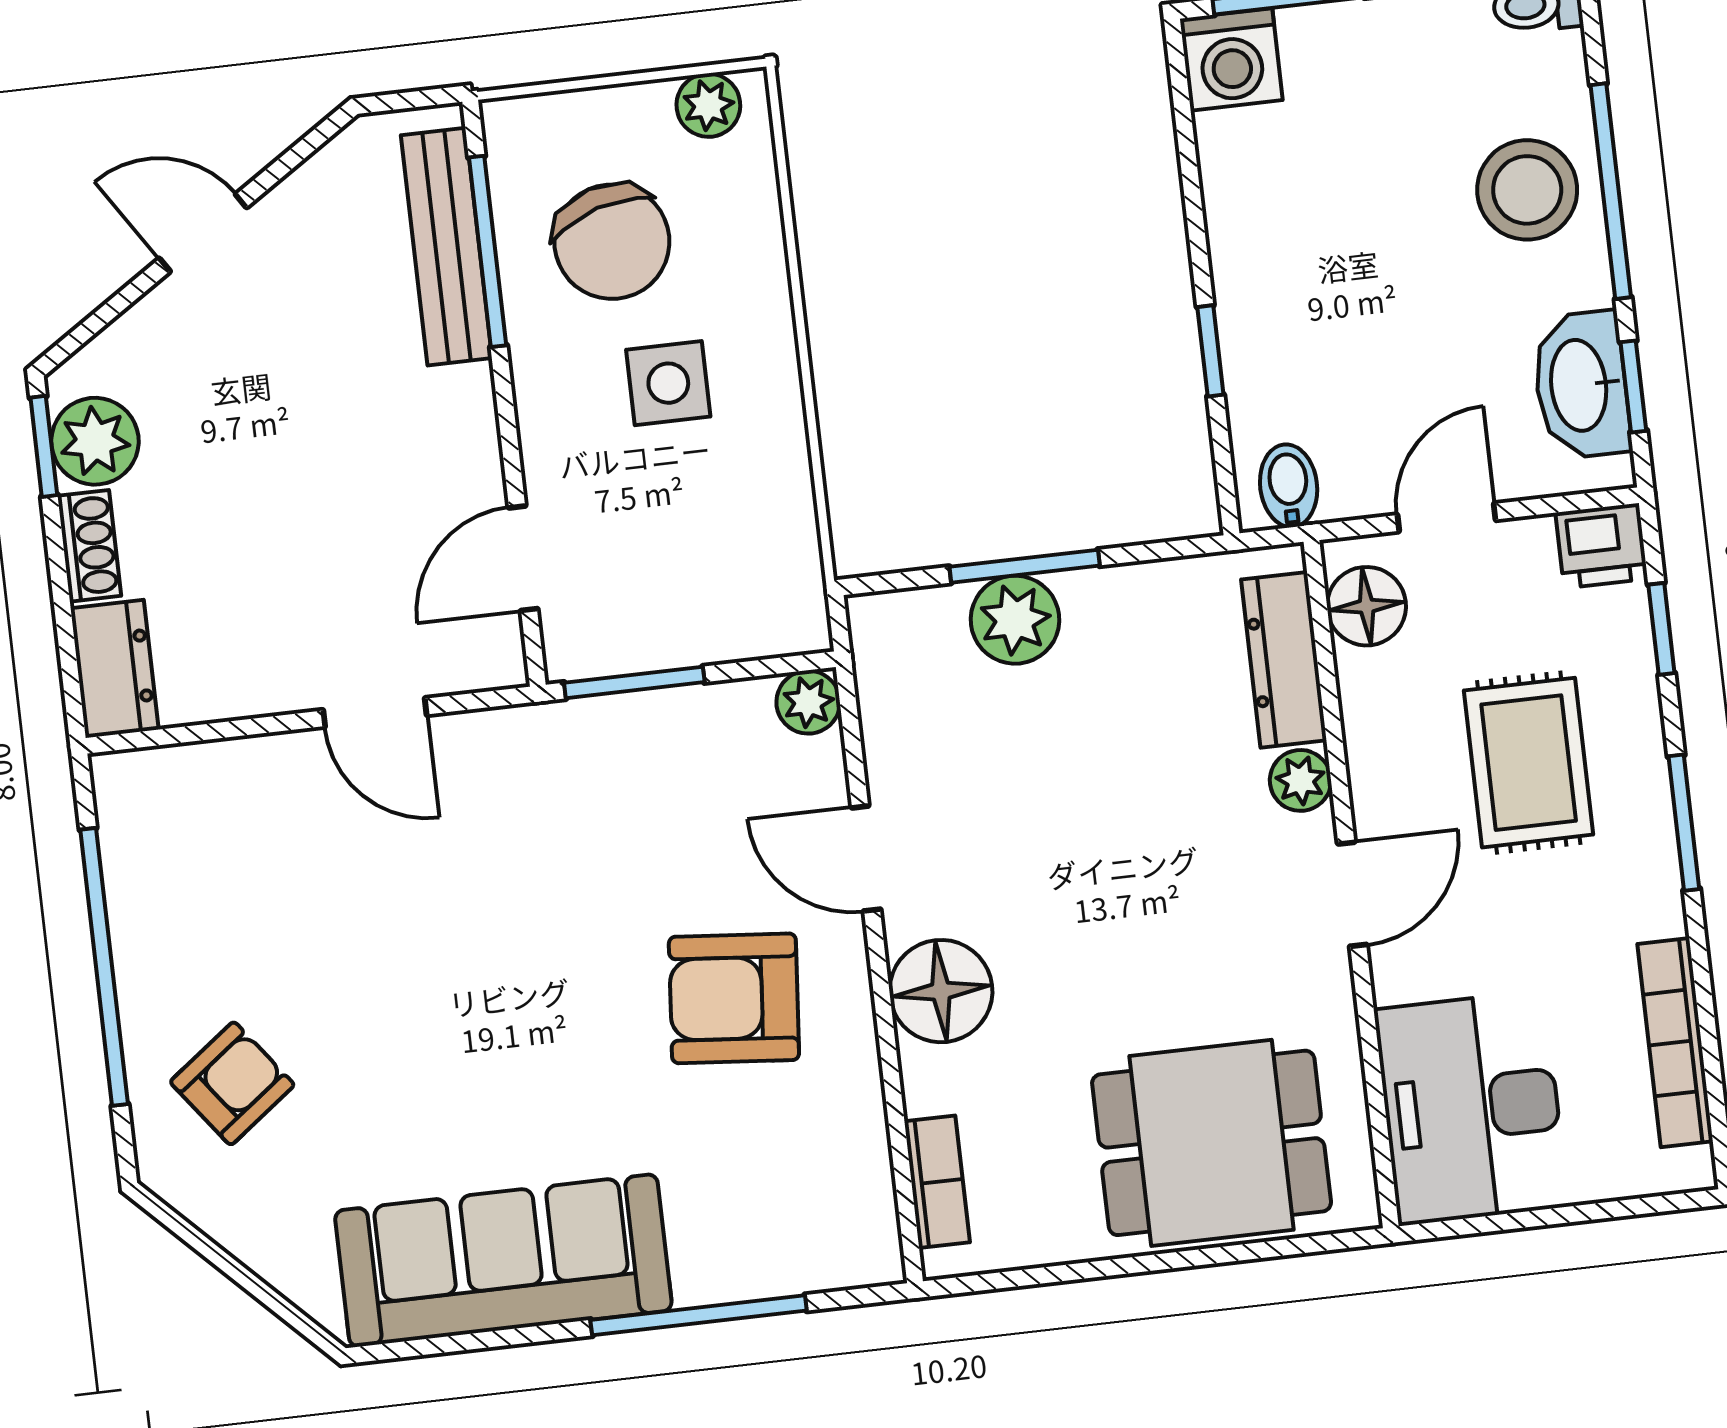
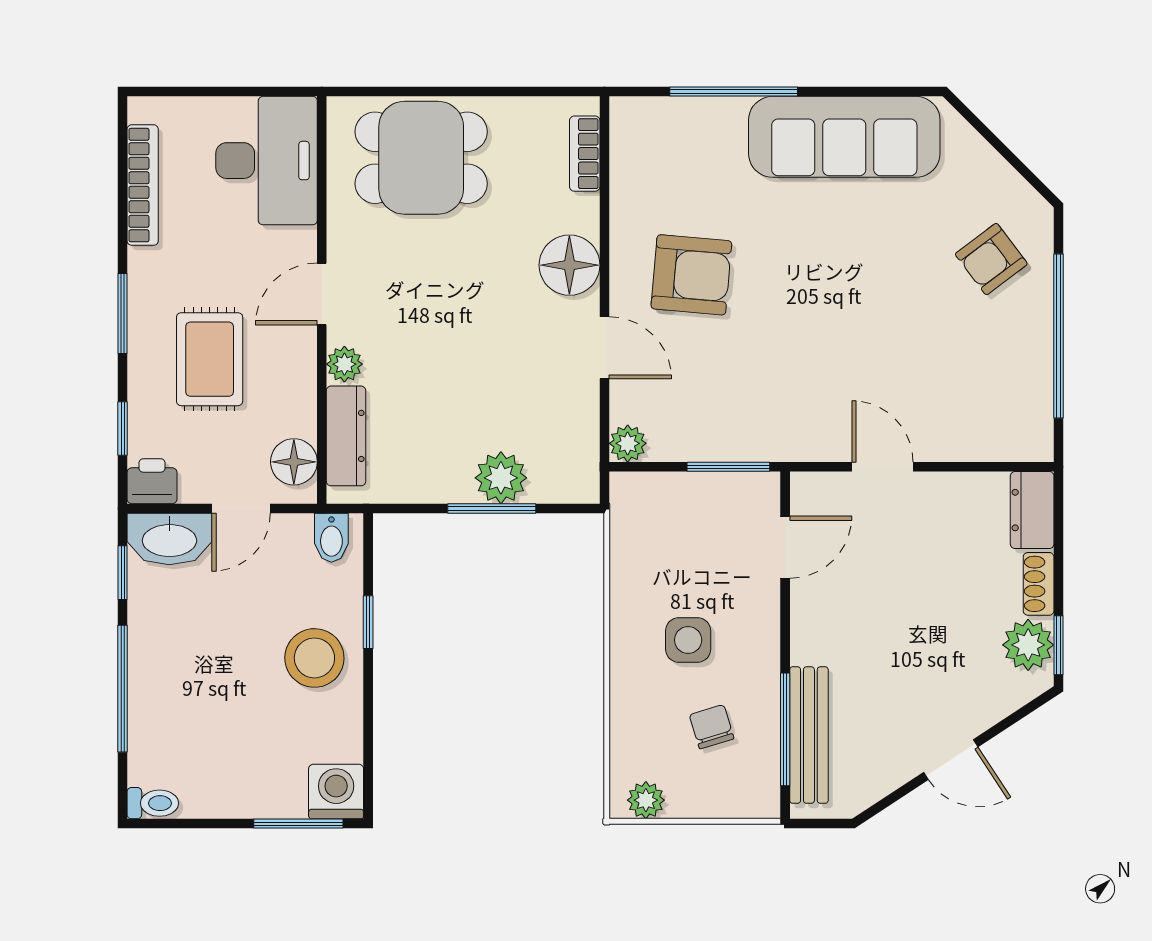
stool: (1527, 190) -> (314, 658), moved
chair: (612, 242) -> (712, 727), width x0.54, depth x0.54
washbasin: (1581, 385) -> (169, 539), moved, turned 90

